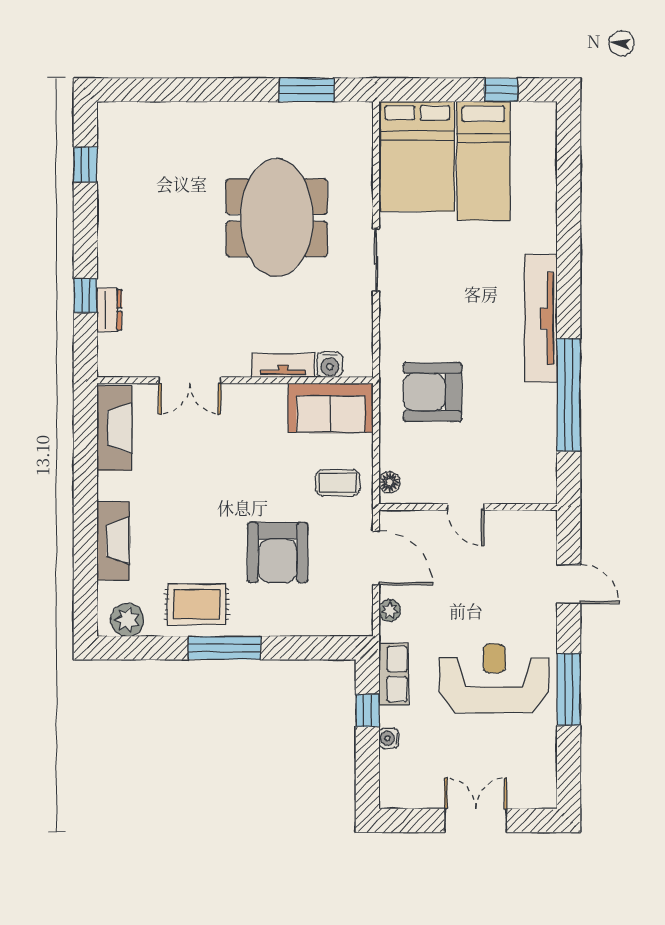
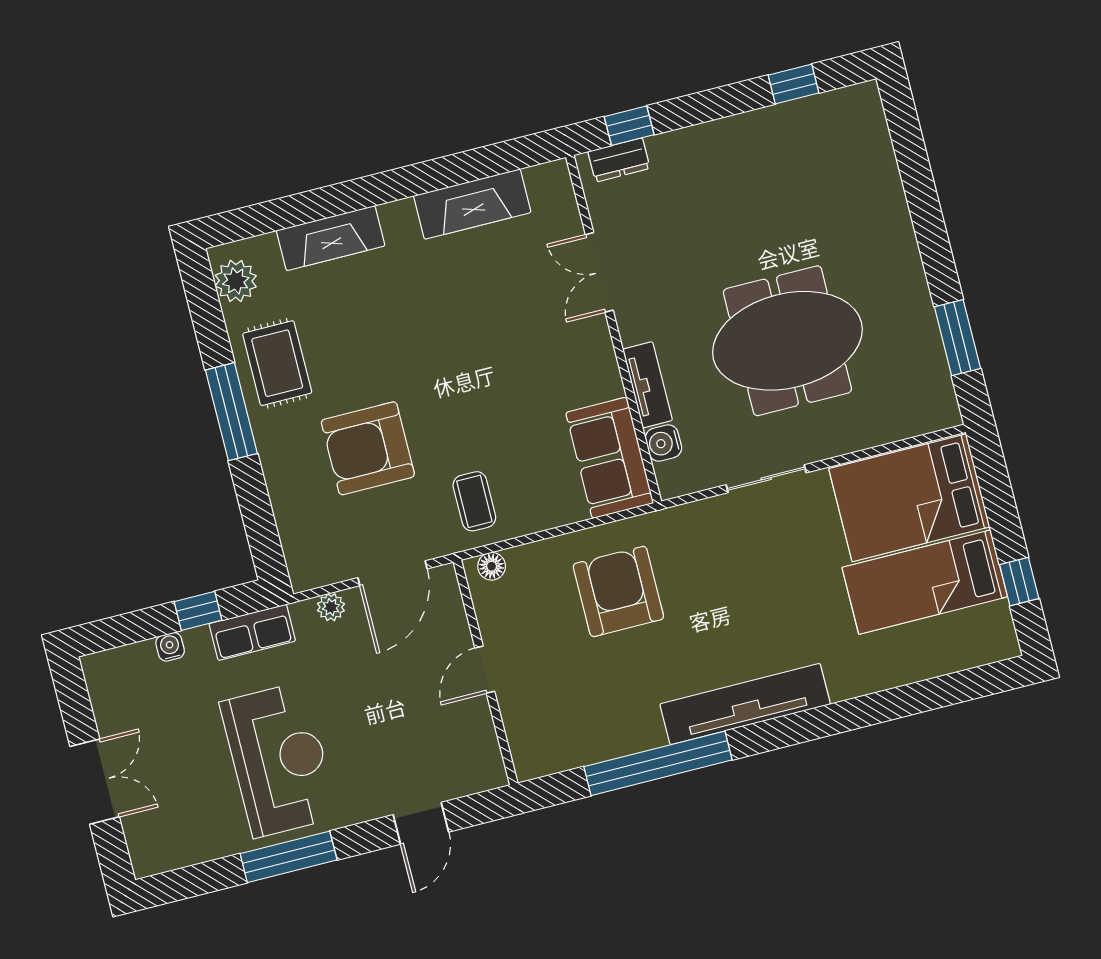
tv unit: (283, 365) -> (648, 385), moved
water cooler: (330, 365) -> (663, 443), moved
double door: (190, 380) -> (599, 272), moved
wall: (235, 380) -> (614, 329), moved
sofa: (331, 408) -> (610, 458), moved

